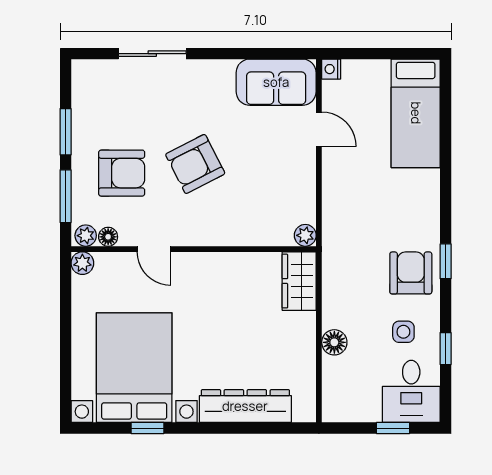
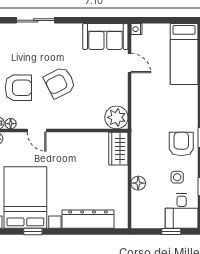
plant: (305, 235) -> (116, 117), width x1.88, depth x1.88

